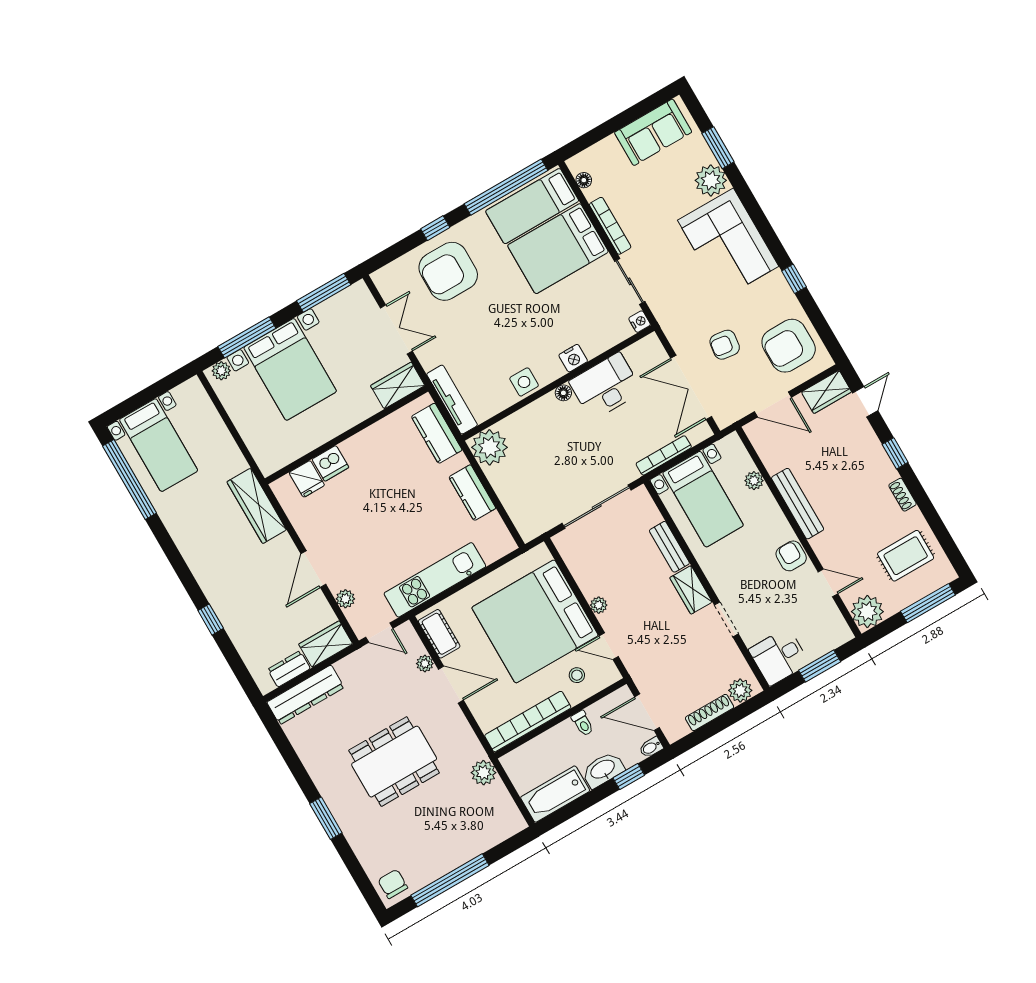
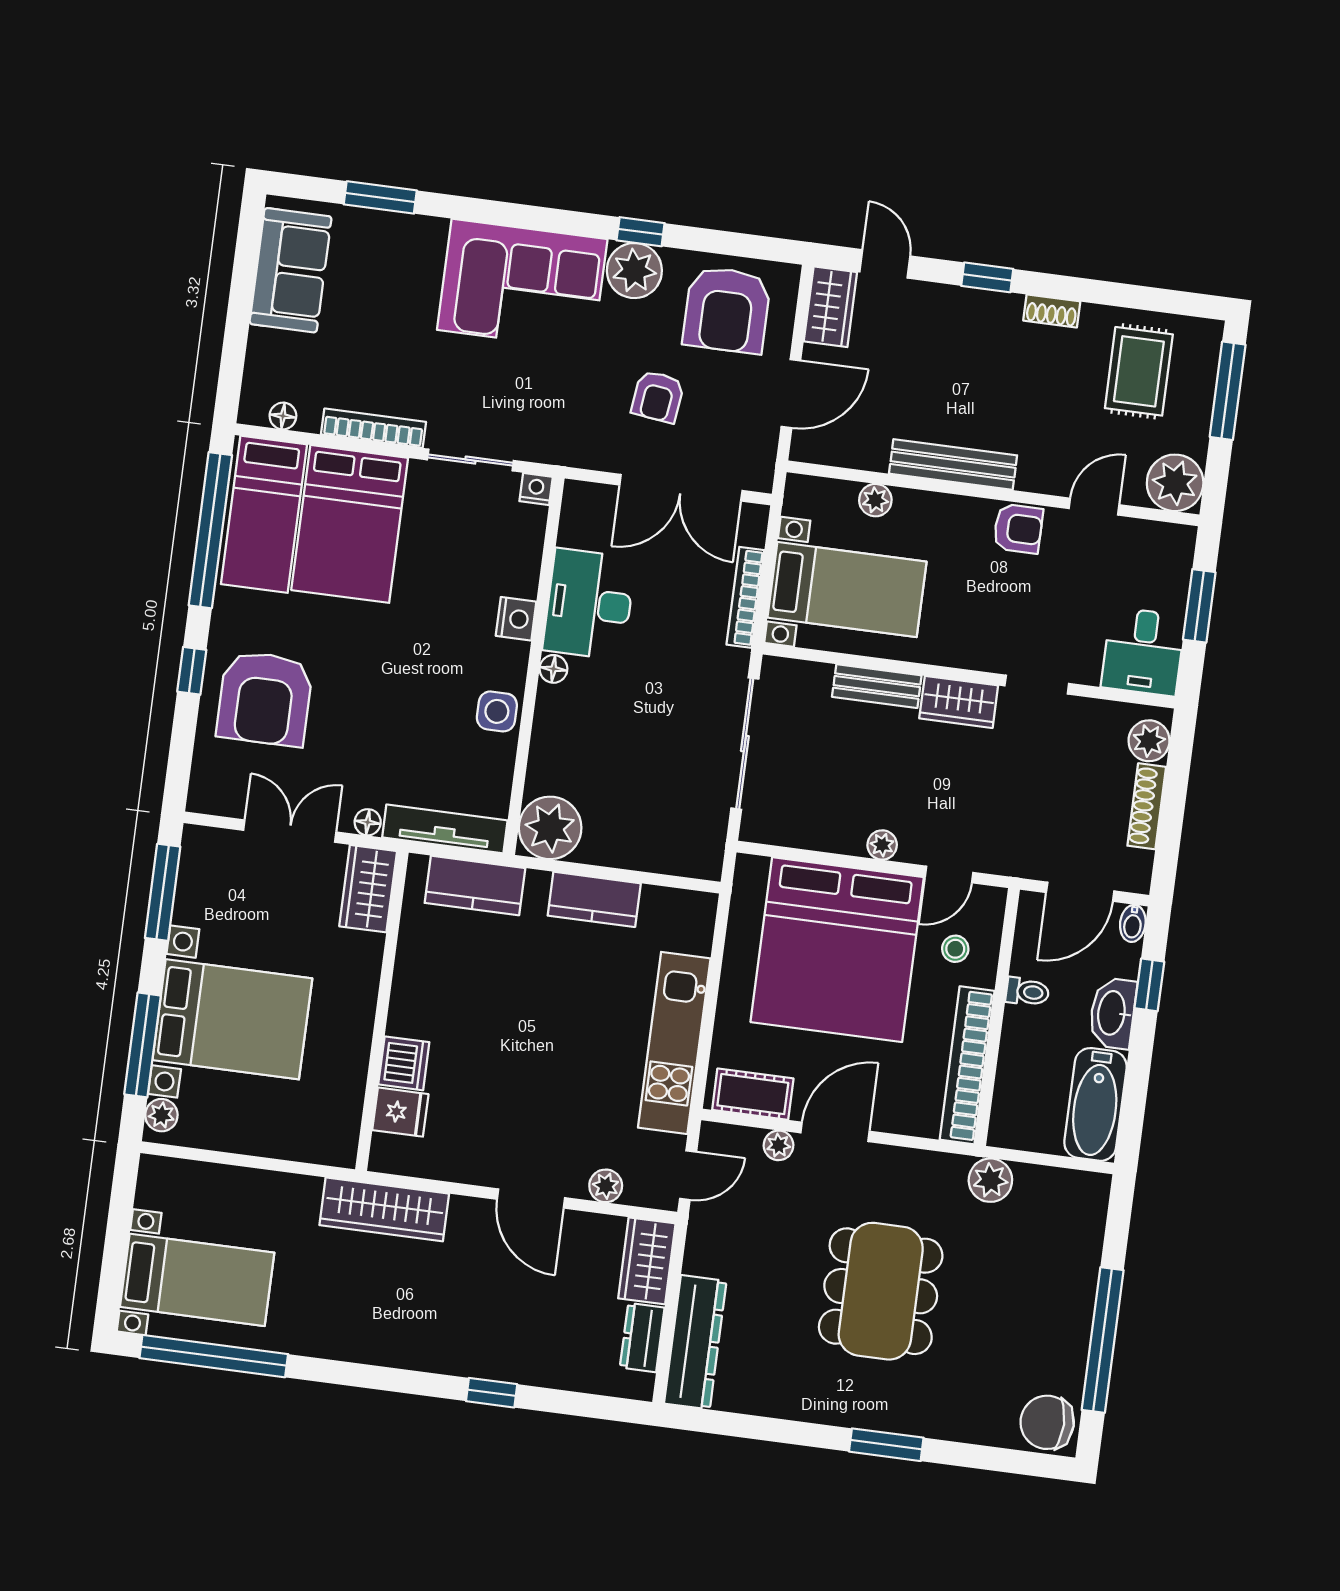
plant: (711, 180) -> (634, 271), moved
floor lamp: (428, 362) -> (368, 822), added
armchair: (791, 556) -> (1018, 529), turned 180
chair: (393, 884) -> (1047, 1422), width x1.37, depth x1.37

